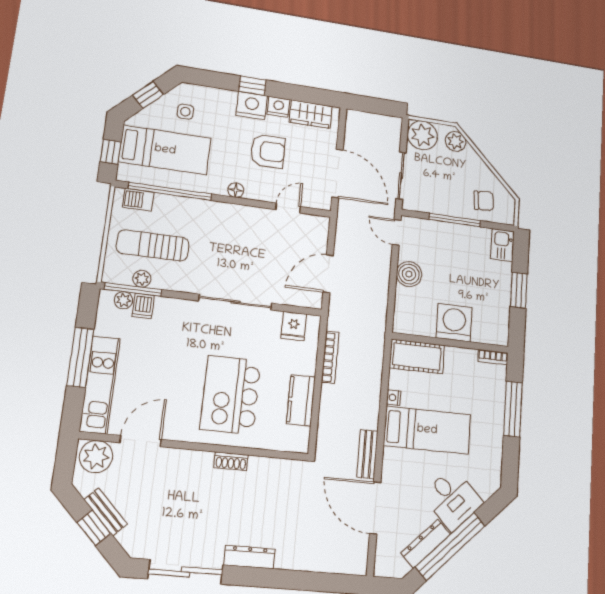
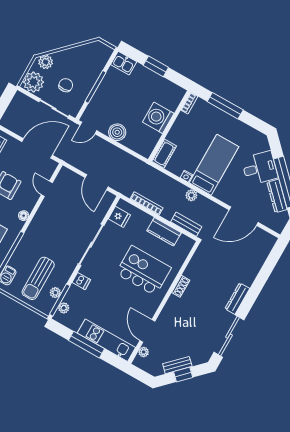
chair: (484, 201) -> (66, 85), moved
dishwasher: (143, 306) -> (81, 281), moved
cot: (417, 356) -> (164, 154), width x0.73, depth x0.75
kitchen island: (231, 395) -> (143, 271), turned 180
plant: (370, 417) -> (191, 195), added
bench: (367, 454) -> (186, 224), moved
plant: (96, 457) -> (144, 352), width x0.53, depth x0.53

